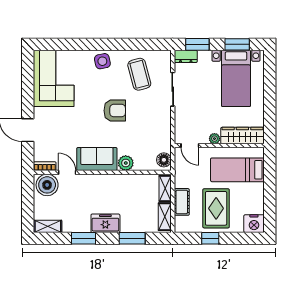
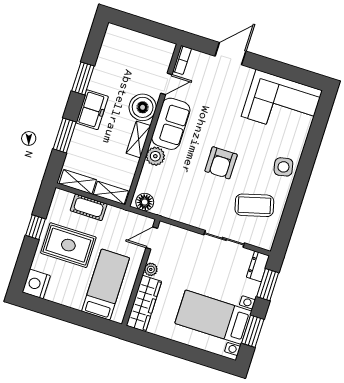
boiler: (47, 185) -> (143, 107), moved
shelving: (48, 226) -> (138, 139), moved

